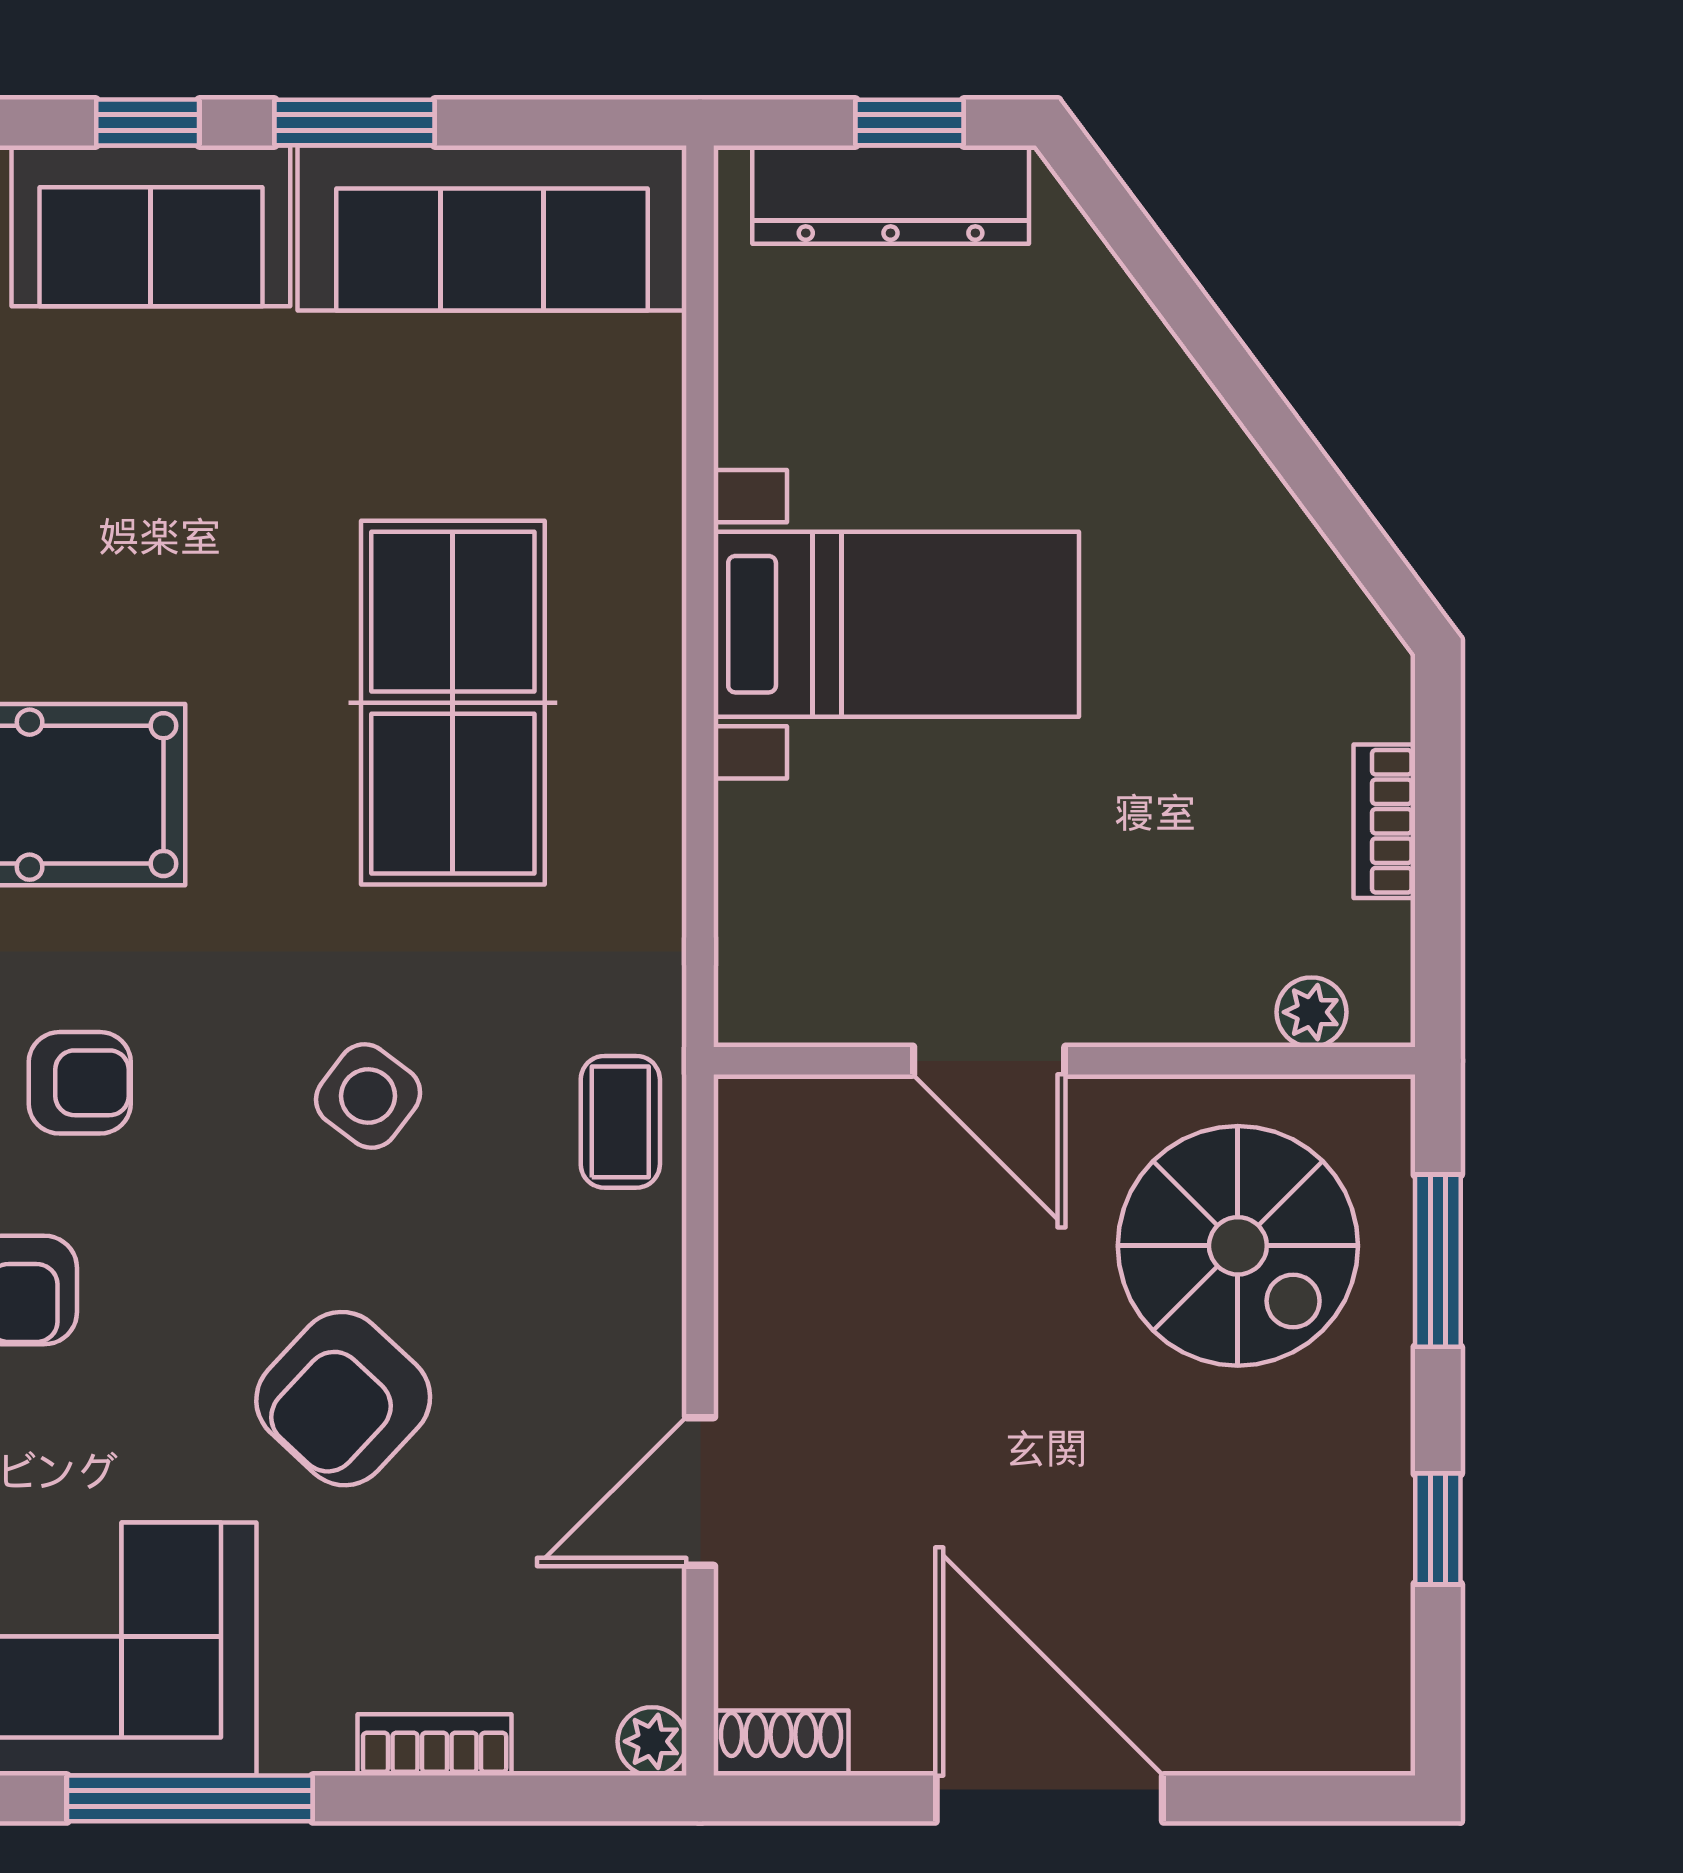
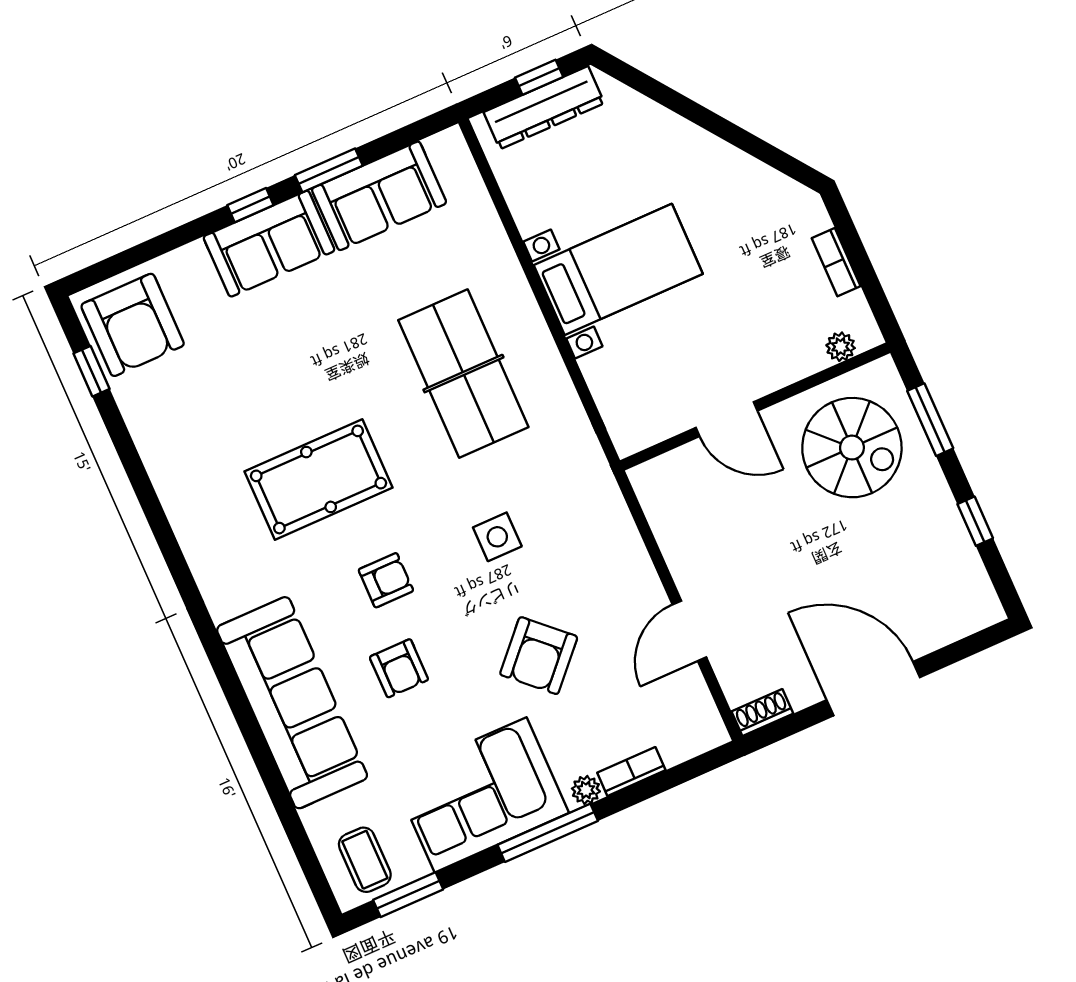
sofa: (492, 228) -> (379, 196), width x0.73
side table: (368, 1096) -> (497, 537), turned -37
coffee table: (620, 1122) -> (597, 504), removed
plant: (652, 1741) -> (586, 790), moved

